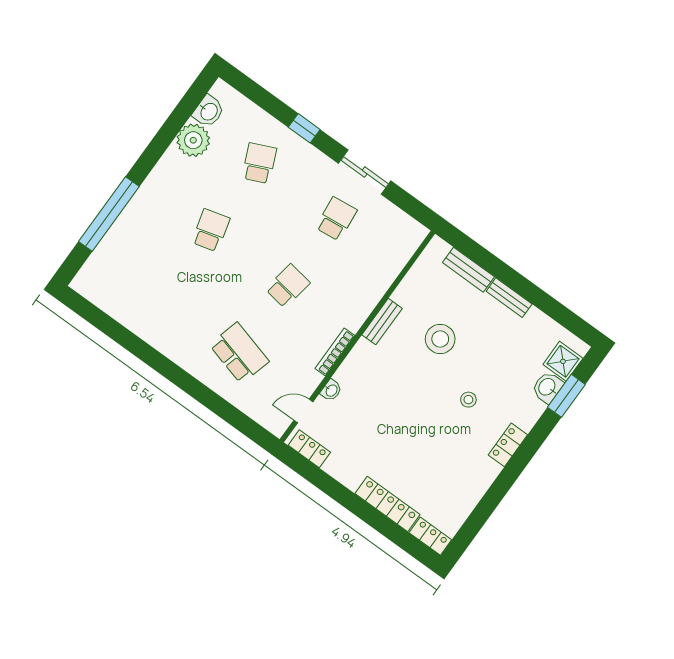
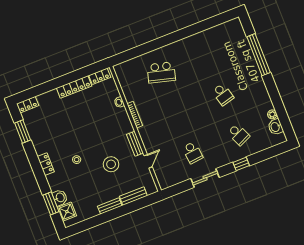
plant: (193, 140) -> (272, 114), width x0.53, depth x0.53
school desk: (288, 286) -> (177, 113), removed
door: (303, 411) -> (148, 161), moved
locker: (388, 504) -> (74, 87), moved
window: (479, 516) -> (23, 132), added

